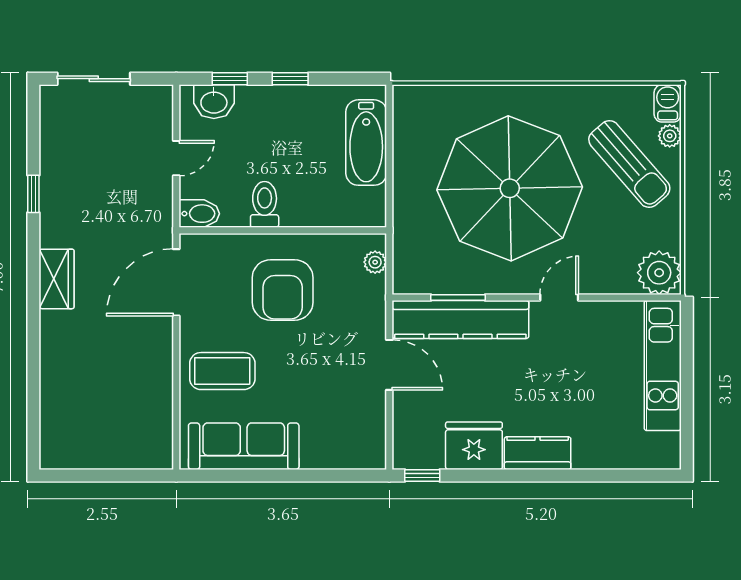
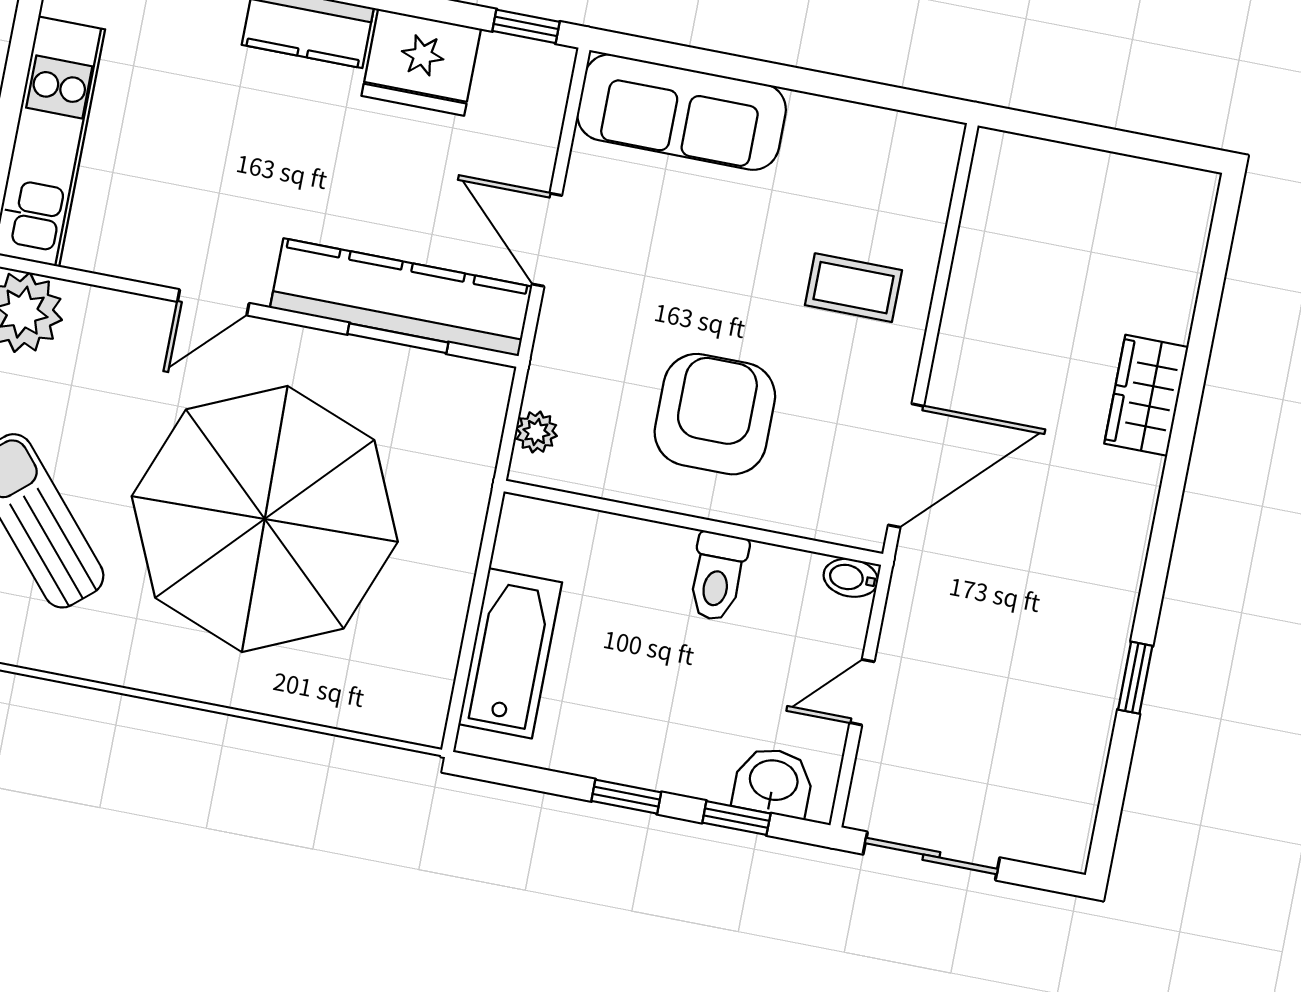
sliding door: (94, 79) -> (931, 856), moved
bidet: (199, 214) -> (851, 578), width x0.72, depth x0.74
wardrobe: (57, 279) -> (1146, 395), moved
coffee table: (222, 371) -> (853, 288), width x0.73, depth x0.77
sofa: (244, 446) -> (682, 112), moved

